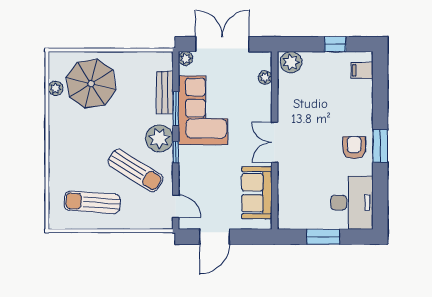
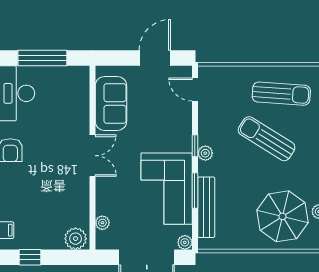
bench: (165, 92) -> (206, 207), width x1.36
plant: (159, 138) -> (205, 153), width x0.53, depth x0.53
sun lounger: (136, 170) -> (267, 139), moved
window: (323, 237) -> (42, 58), width x1.44

